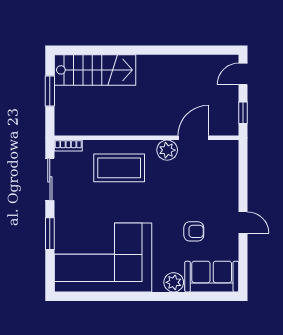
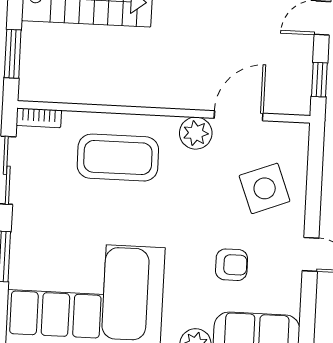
window: (50, 91) -> (13, 54), moved
side table: (212, 183) -> (265, 188), added

